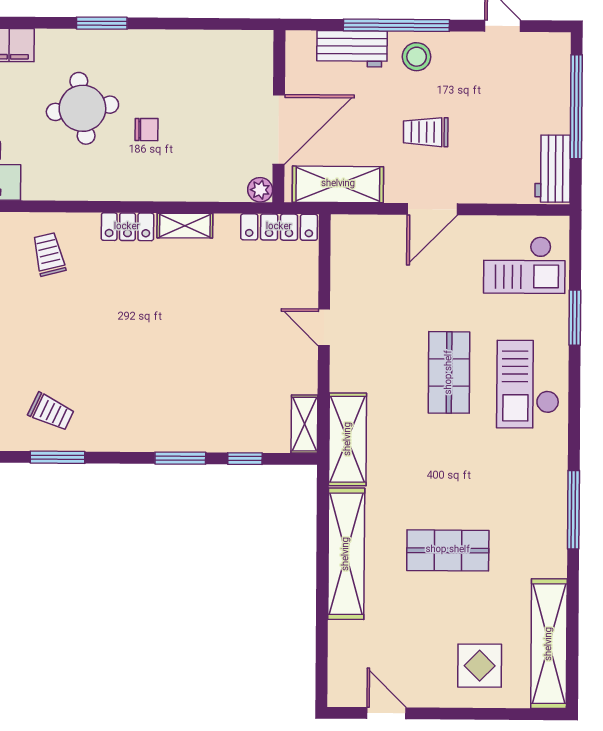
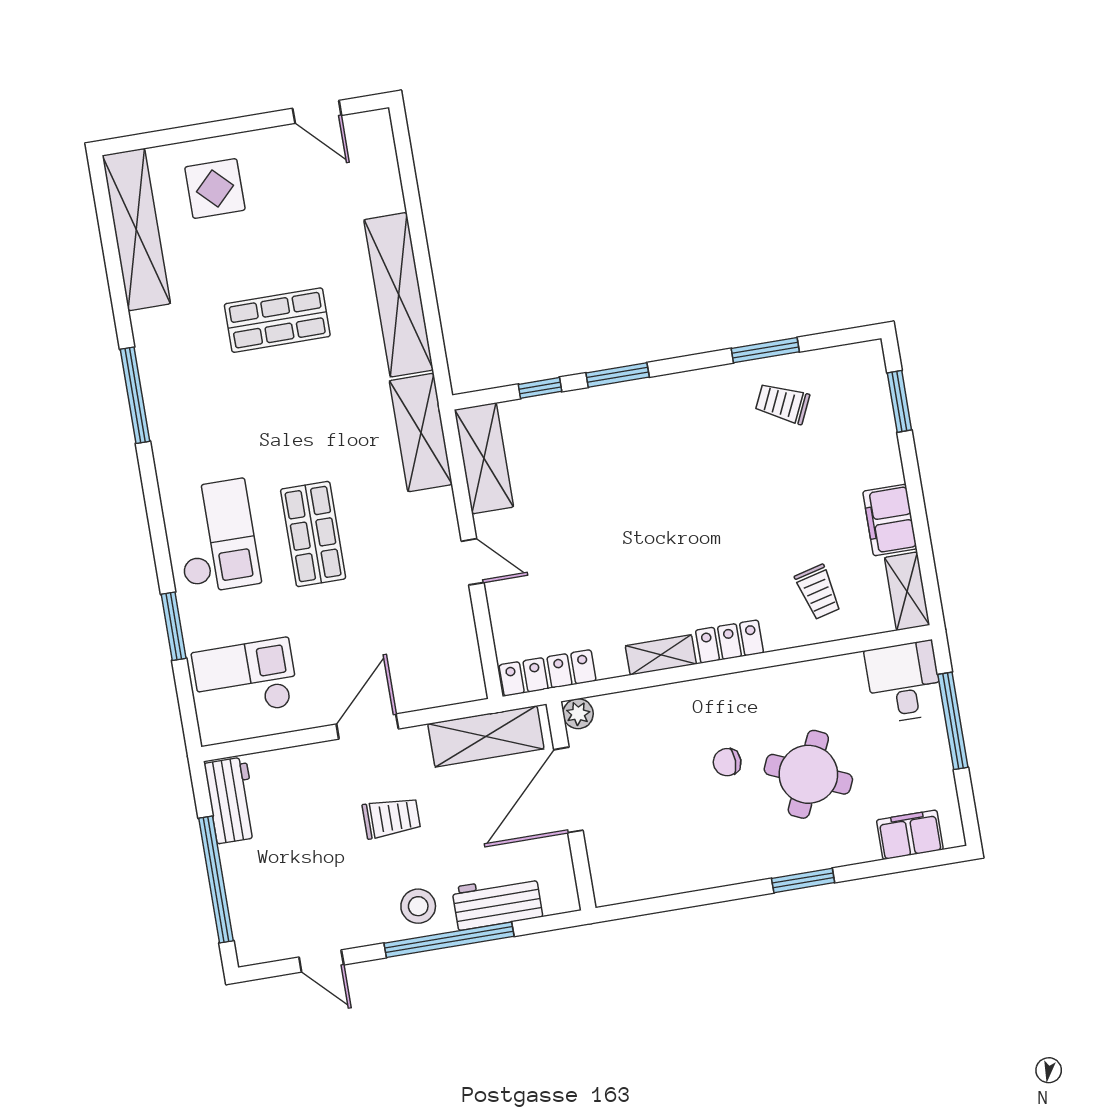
round table: (82, 108) -> (808, 774), turned 32
shelving: (304, 424) -> (484, 458), width x1.50, depth x1.33

